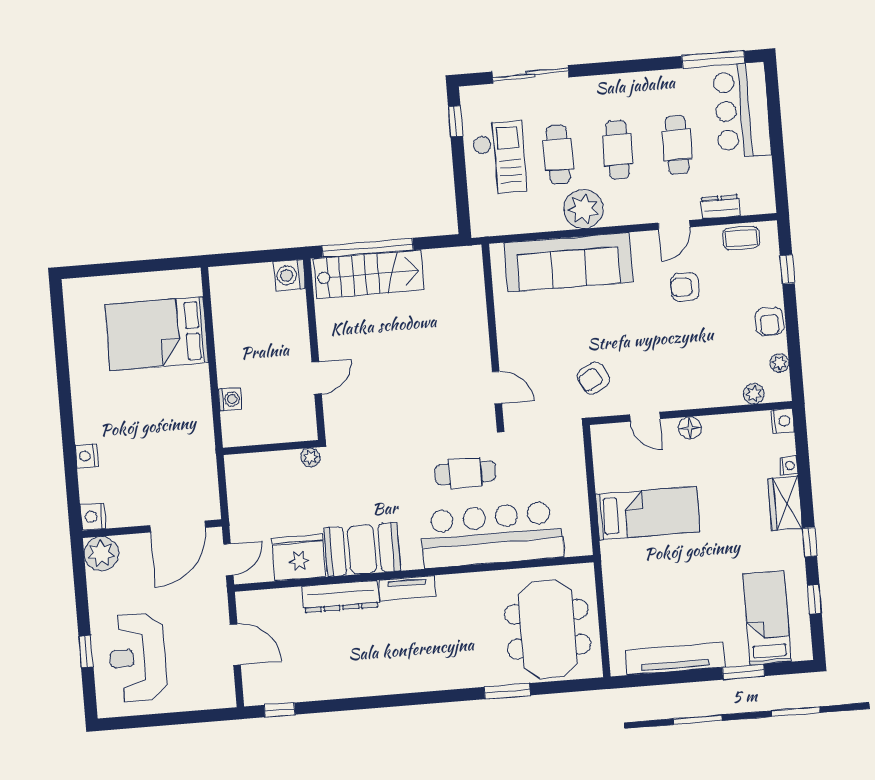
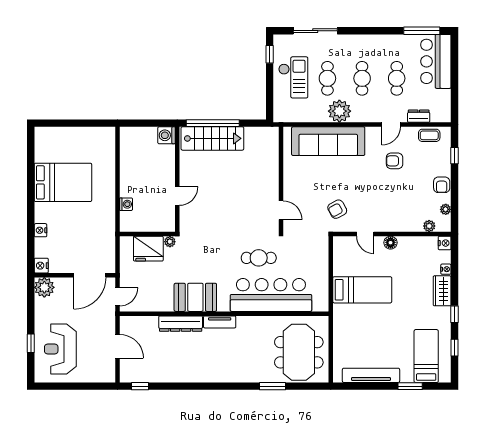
bed: (157, 334) -> (63, 182), moved, turned 180
fridge: (299, 558) -> (148, 249), moved, turned 180

